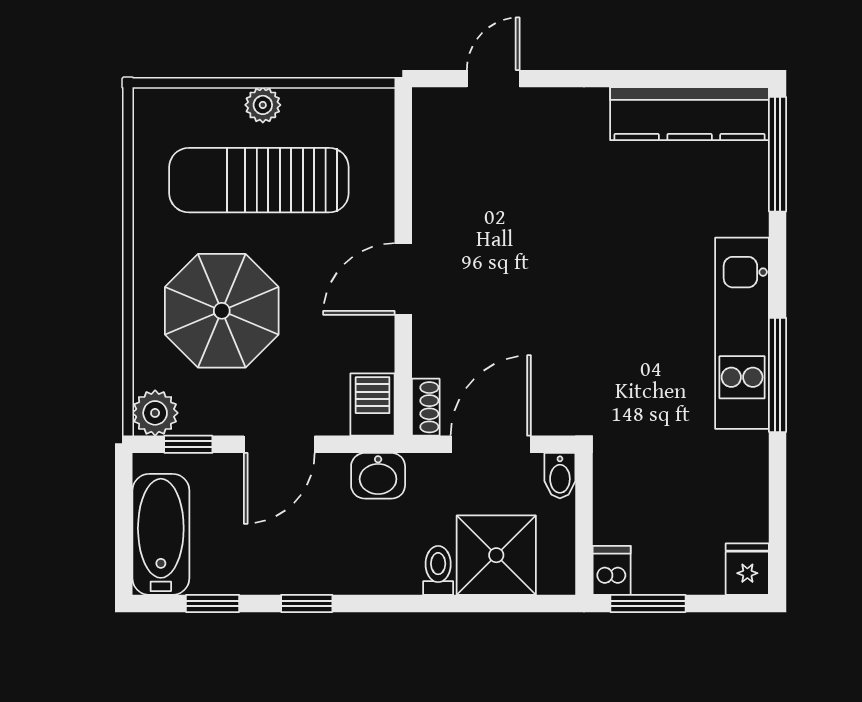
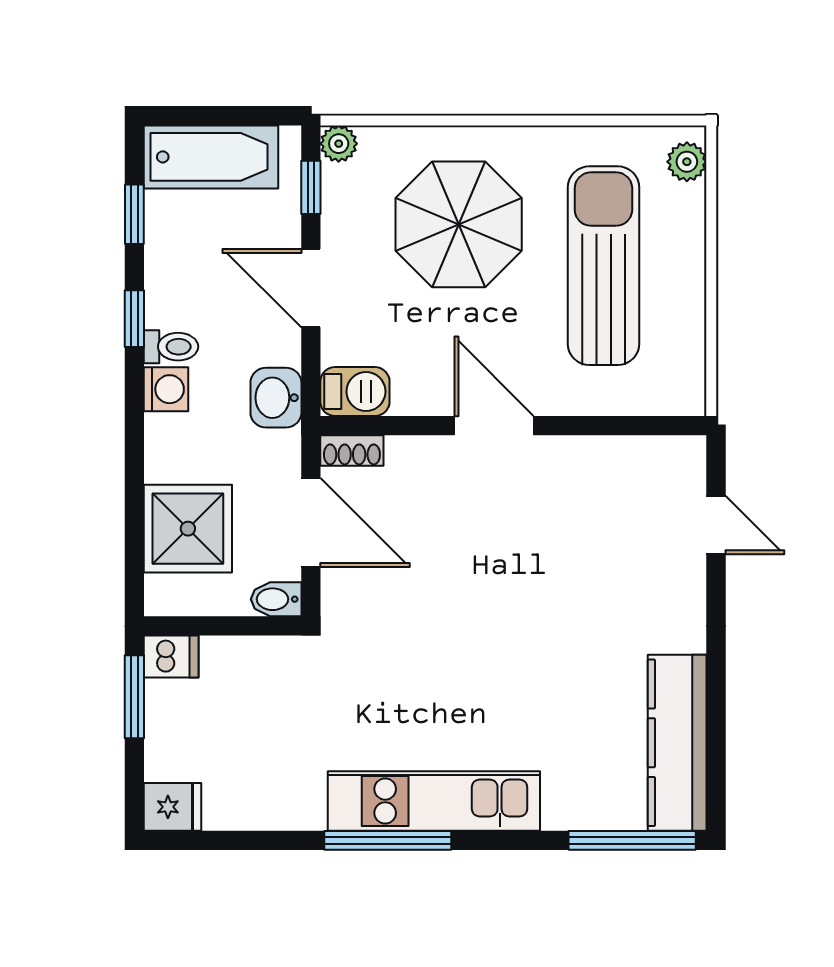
plant: (263, 105) -> (687, 162), moved
plant: (155, 413) -> (339, 144), width x0.73, depth x0.73
toilet: (438, 570) -> (171, 347), moved
washing machine: (370, 575) -> (166, 389), added

